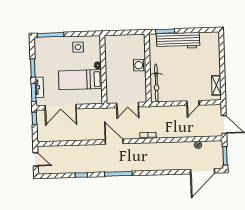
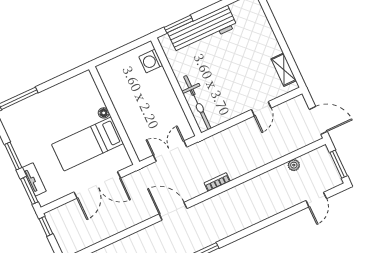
side table: (78, 47) -> (65, 99), removed
washing machine: (140, 65) -> (151, 61), moved
double door: (128, 105) -> (170, 151), swing flipped
double door: (61, 107) -> (97, 185), moved
door: (203, 171) -> (316, 200), width x0.53

